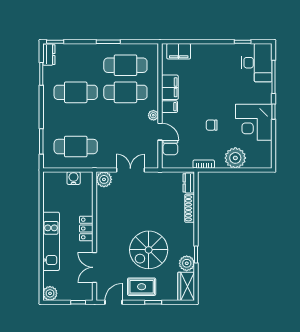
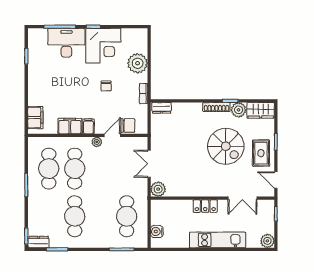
desk: (257, 63) -> (66, 43), moved
water cooler: (74, 178) -> (157, 232), moved
shoe rack: (190, 208) -> (217, 107), moved

